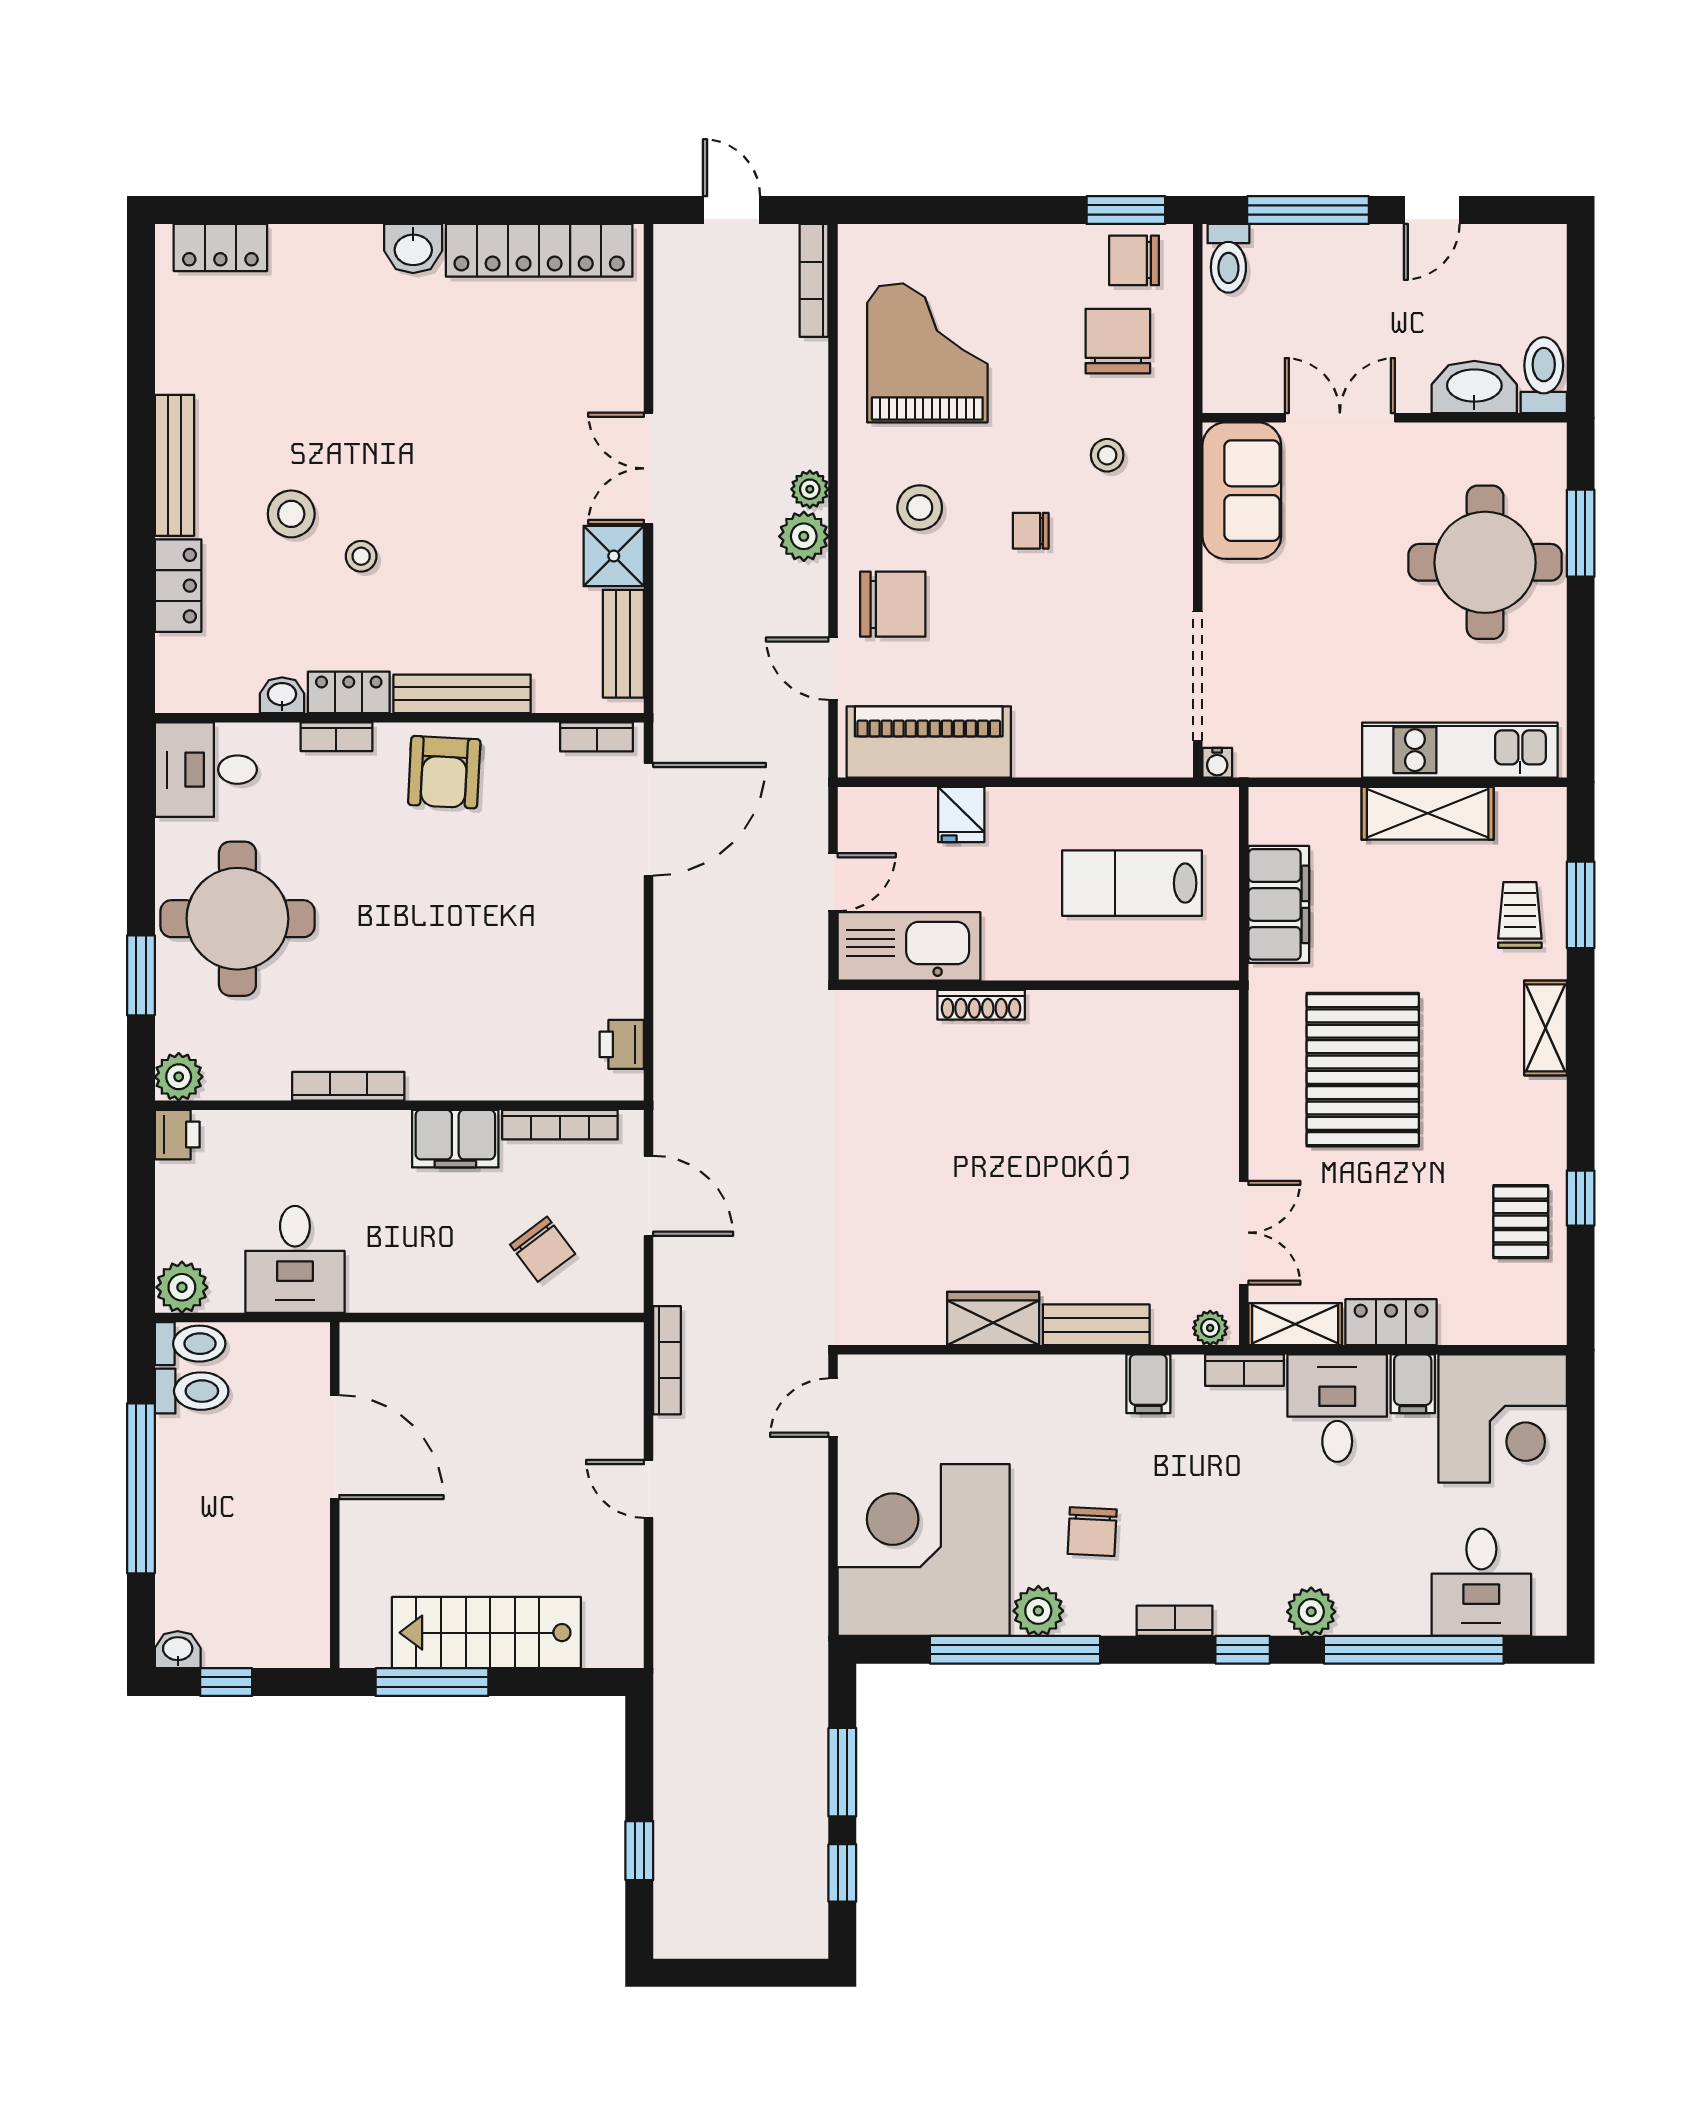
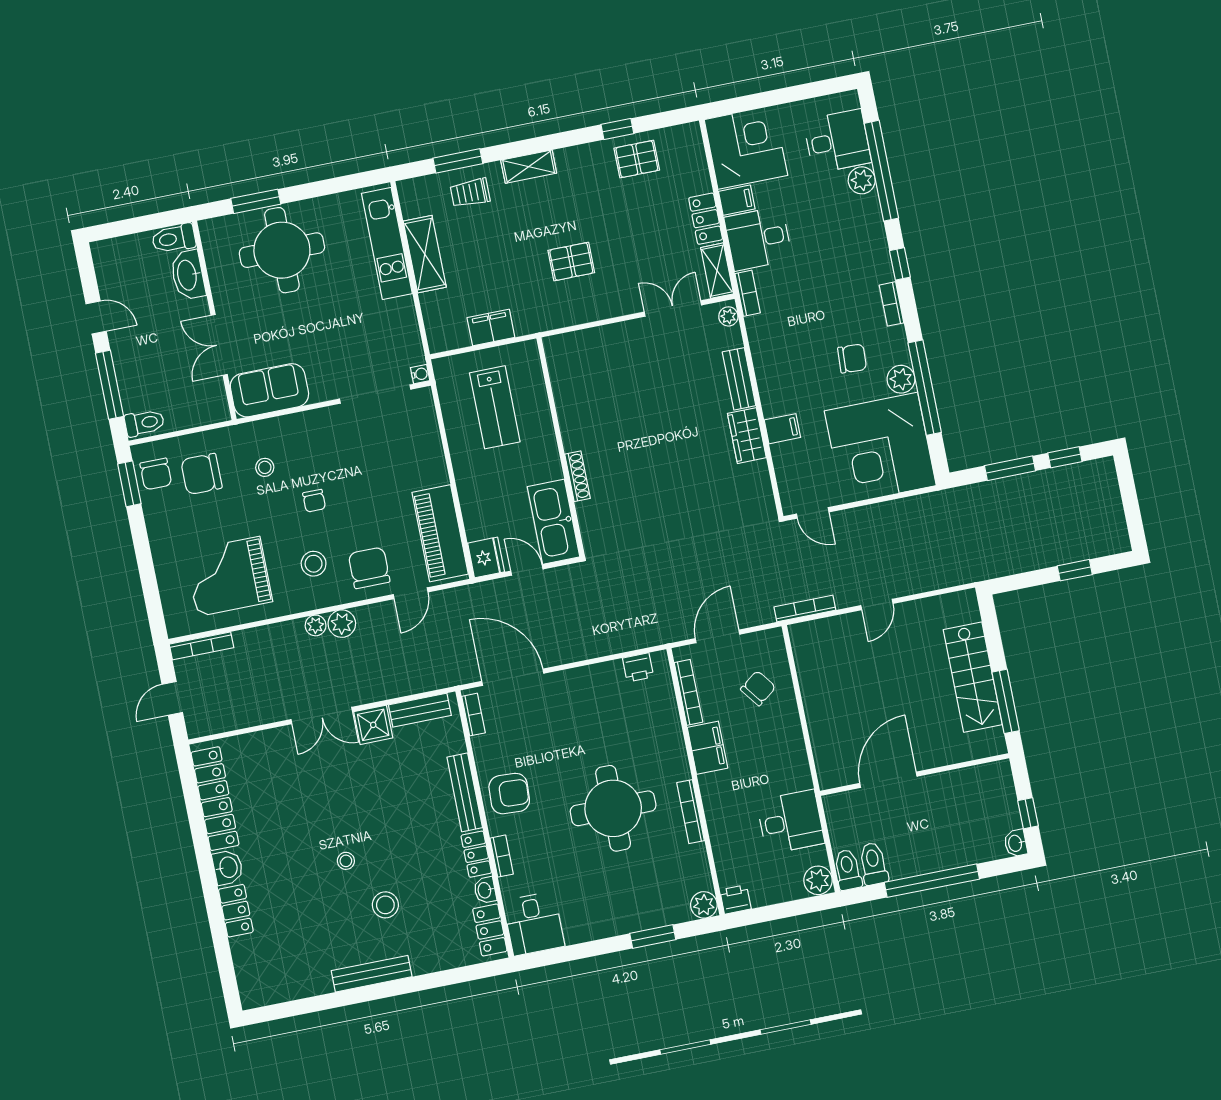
locker: (220, 248) -> (236, 911), moved
stool: (361, 556) -> (346, 861), moved
locker: (178, 586) -> (490, 930), moved, turned -90
fridge: (961, 814) -> (486, 557), moved, width x1.38
filing cabinet: (1279, 904) -> (491, 328), width x0.67, depth x0.86
round table: (237, 919) -> (613, 808), moved
pallet: (1363, 1070) -> (571, 262), width x0.49, depth x0.50
filing cabinet: (1148, 1384) -> (782, 429), moved
plant: (1311, 1612) -> (862, 180), moved

